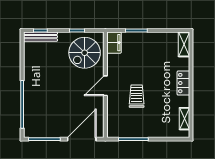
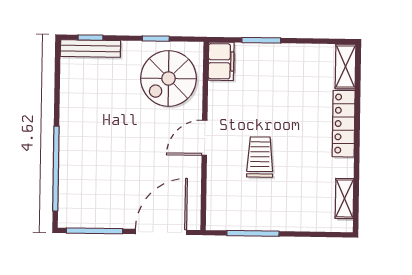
locker: (183, 83) -> (344, 124), width x1.53

